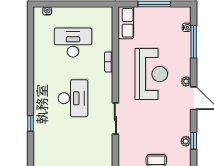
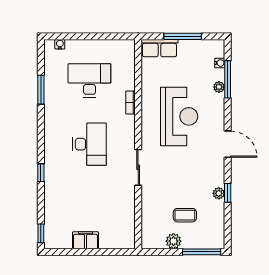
row of seats: (126, 23) -> (159, 48), moved, turned 90
window: (31, 51) -> (41, 90), added
plant: (186, 81) -> (219, 87), moved

